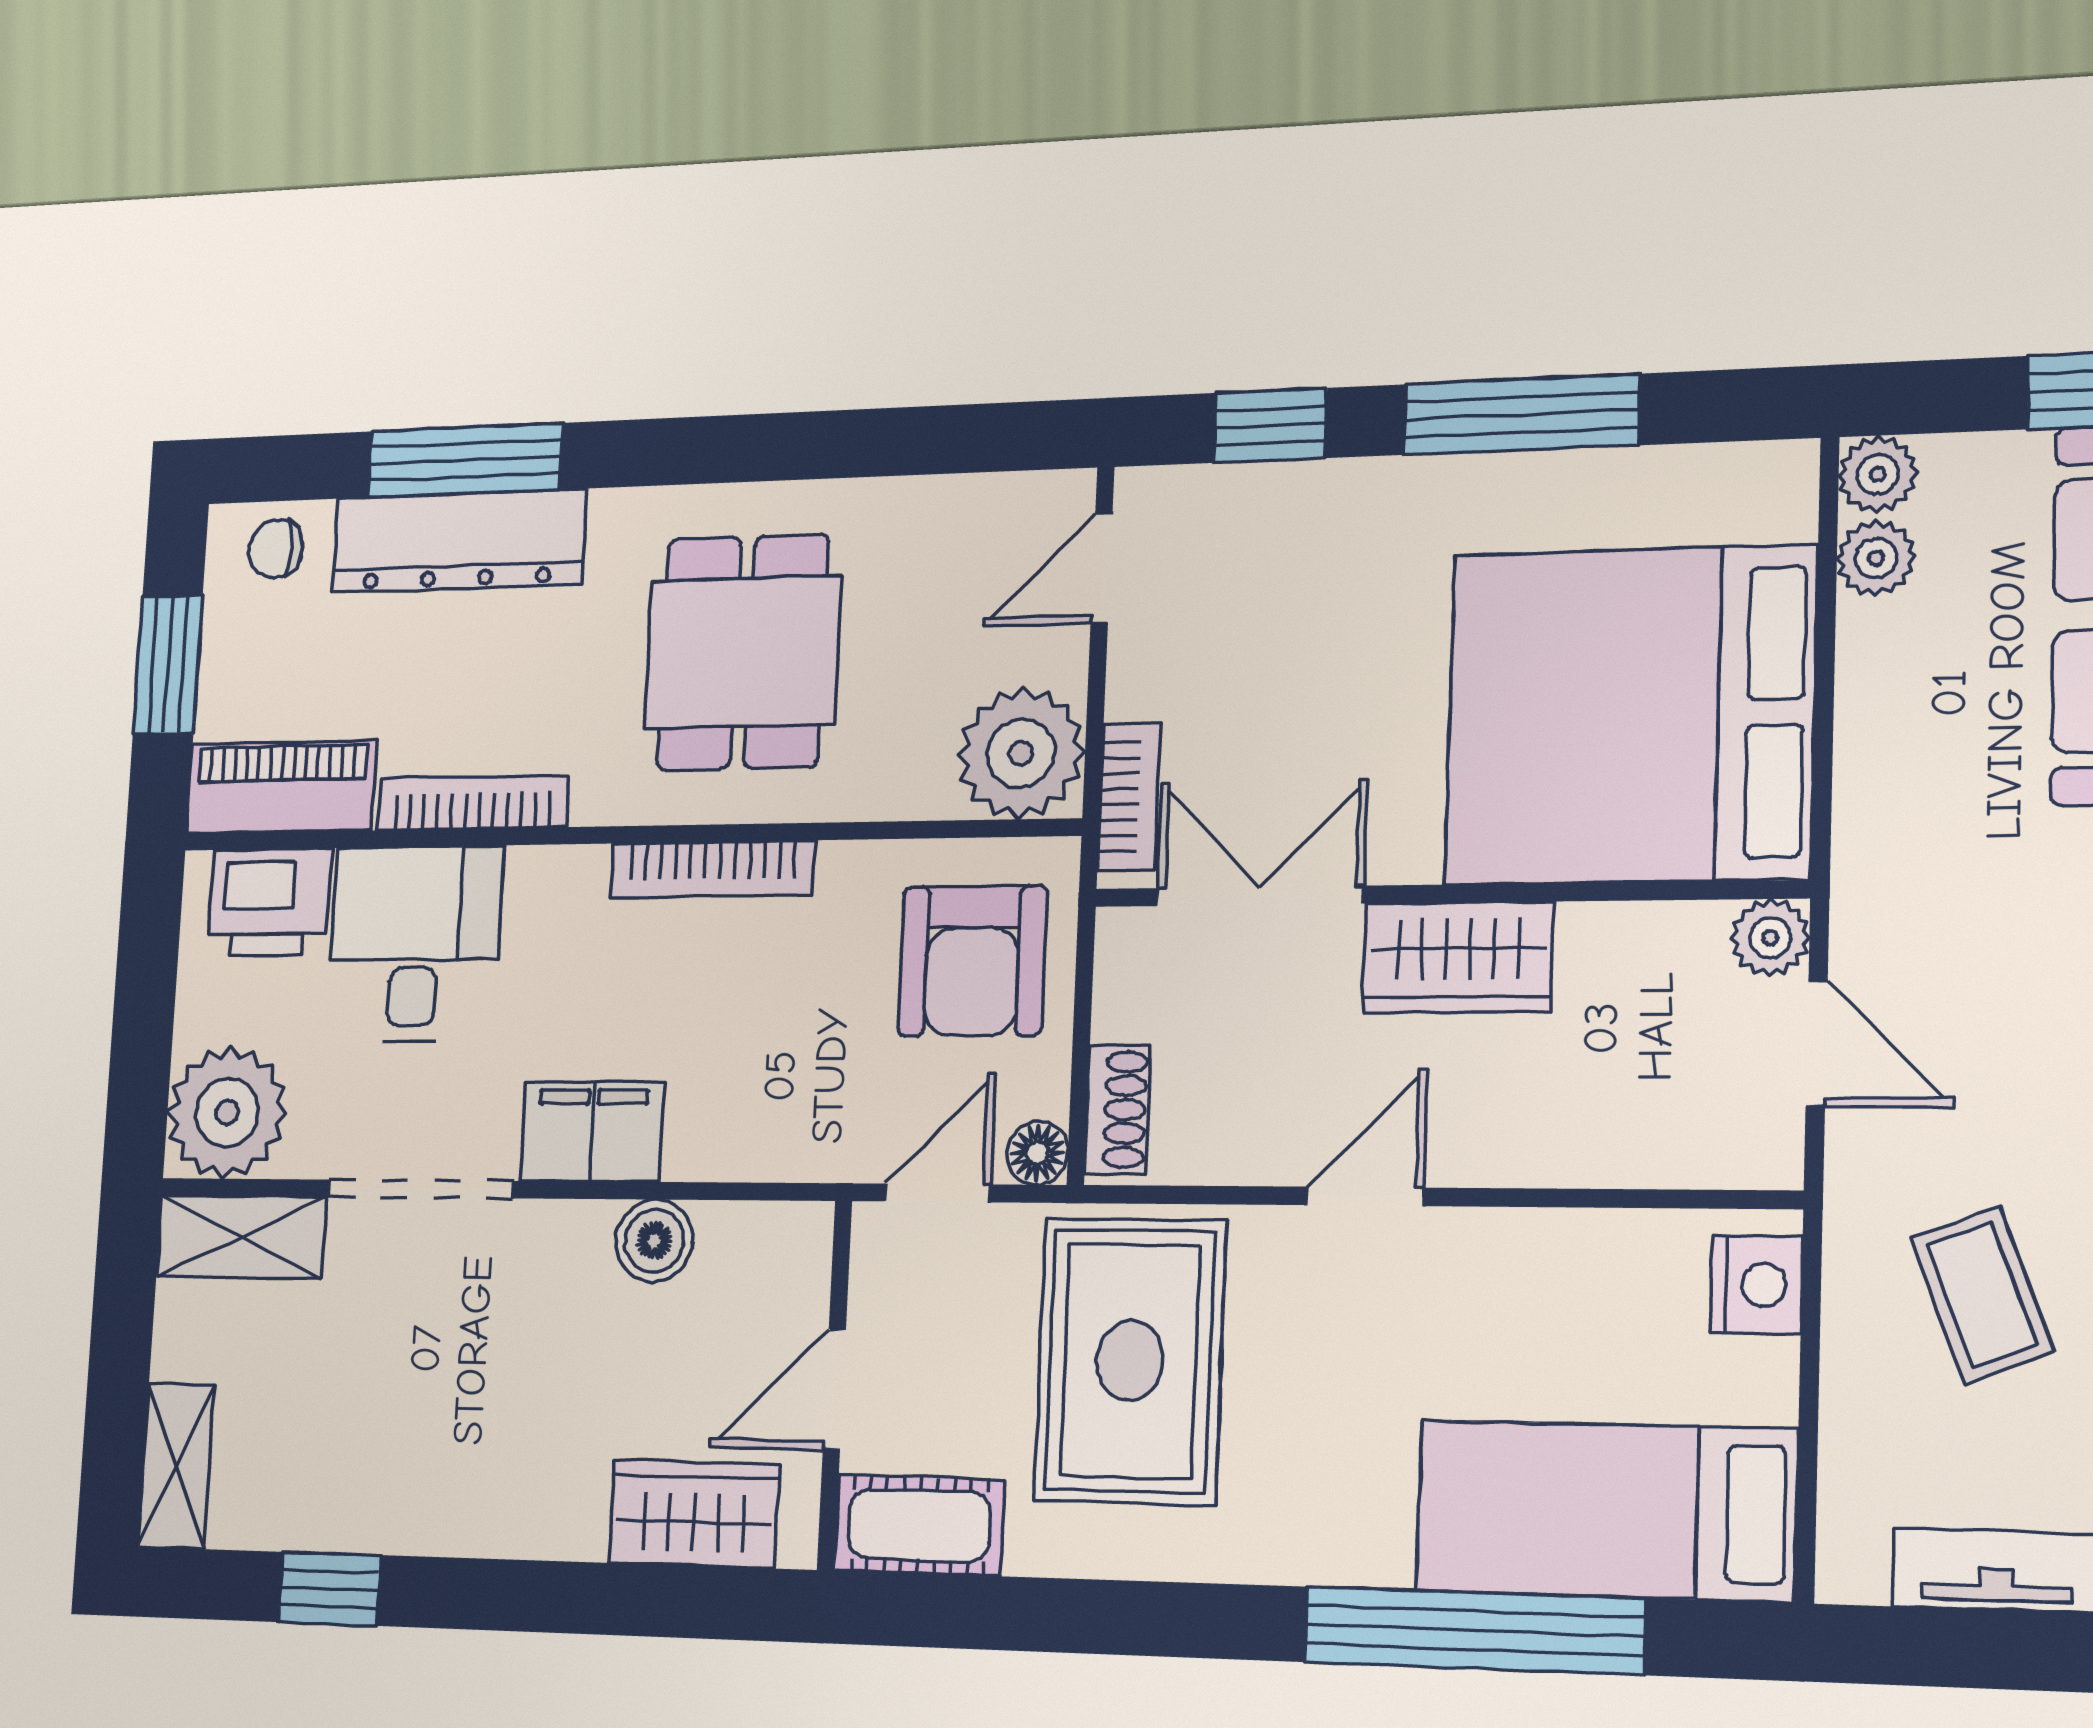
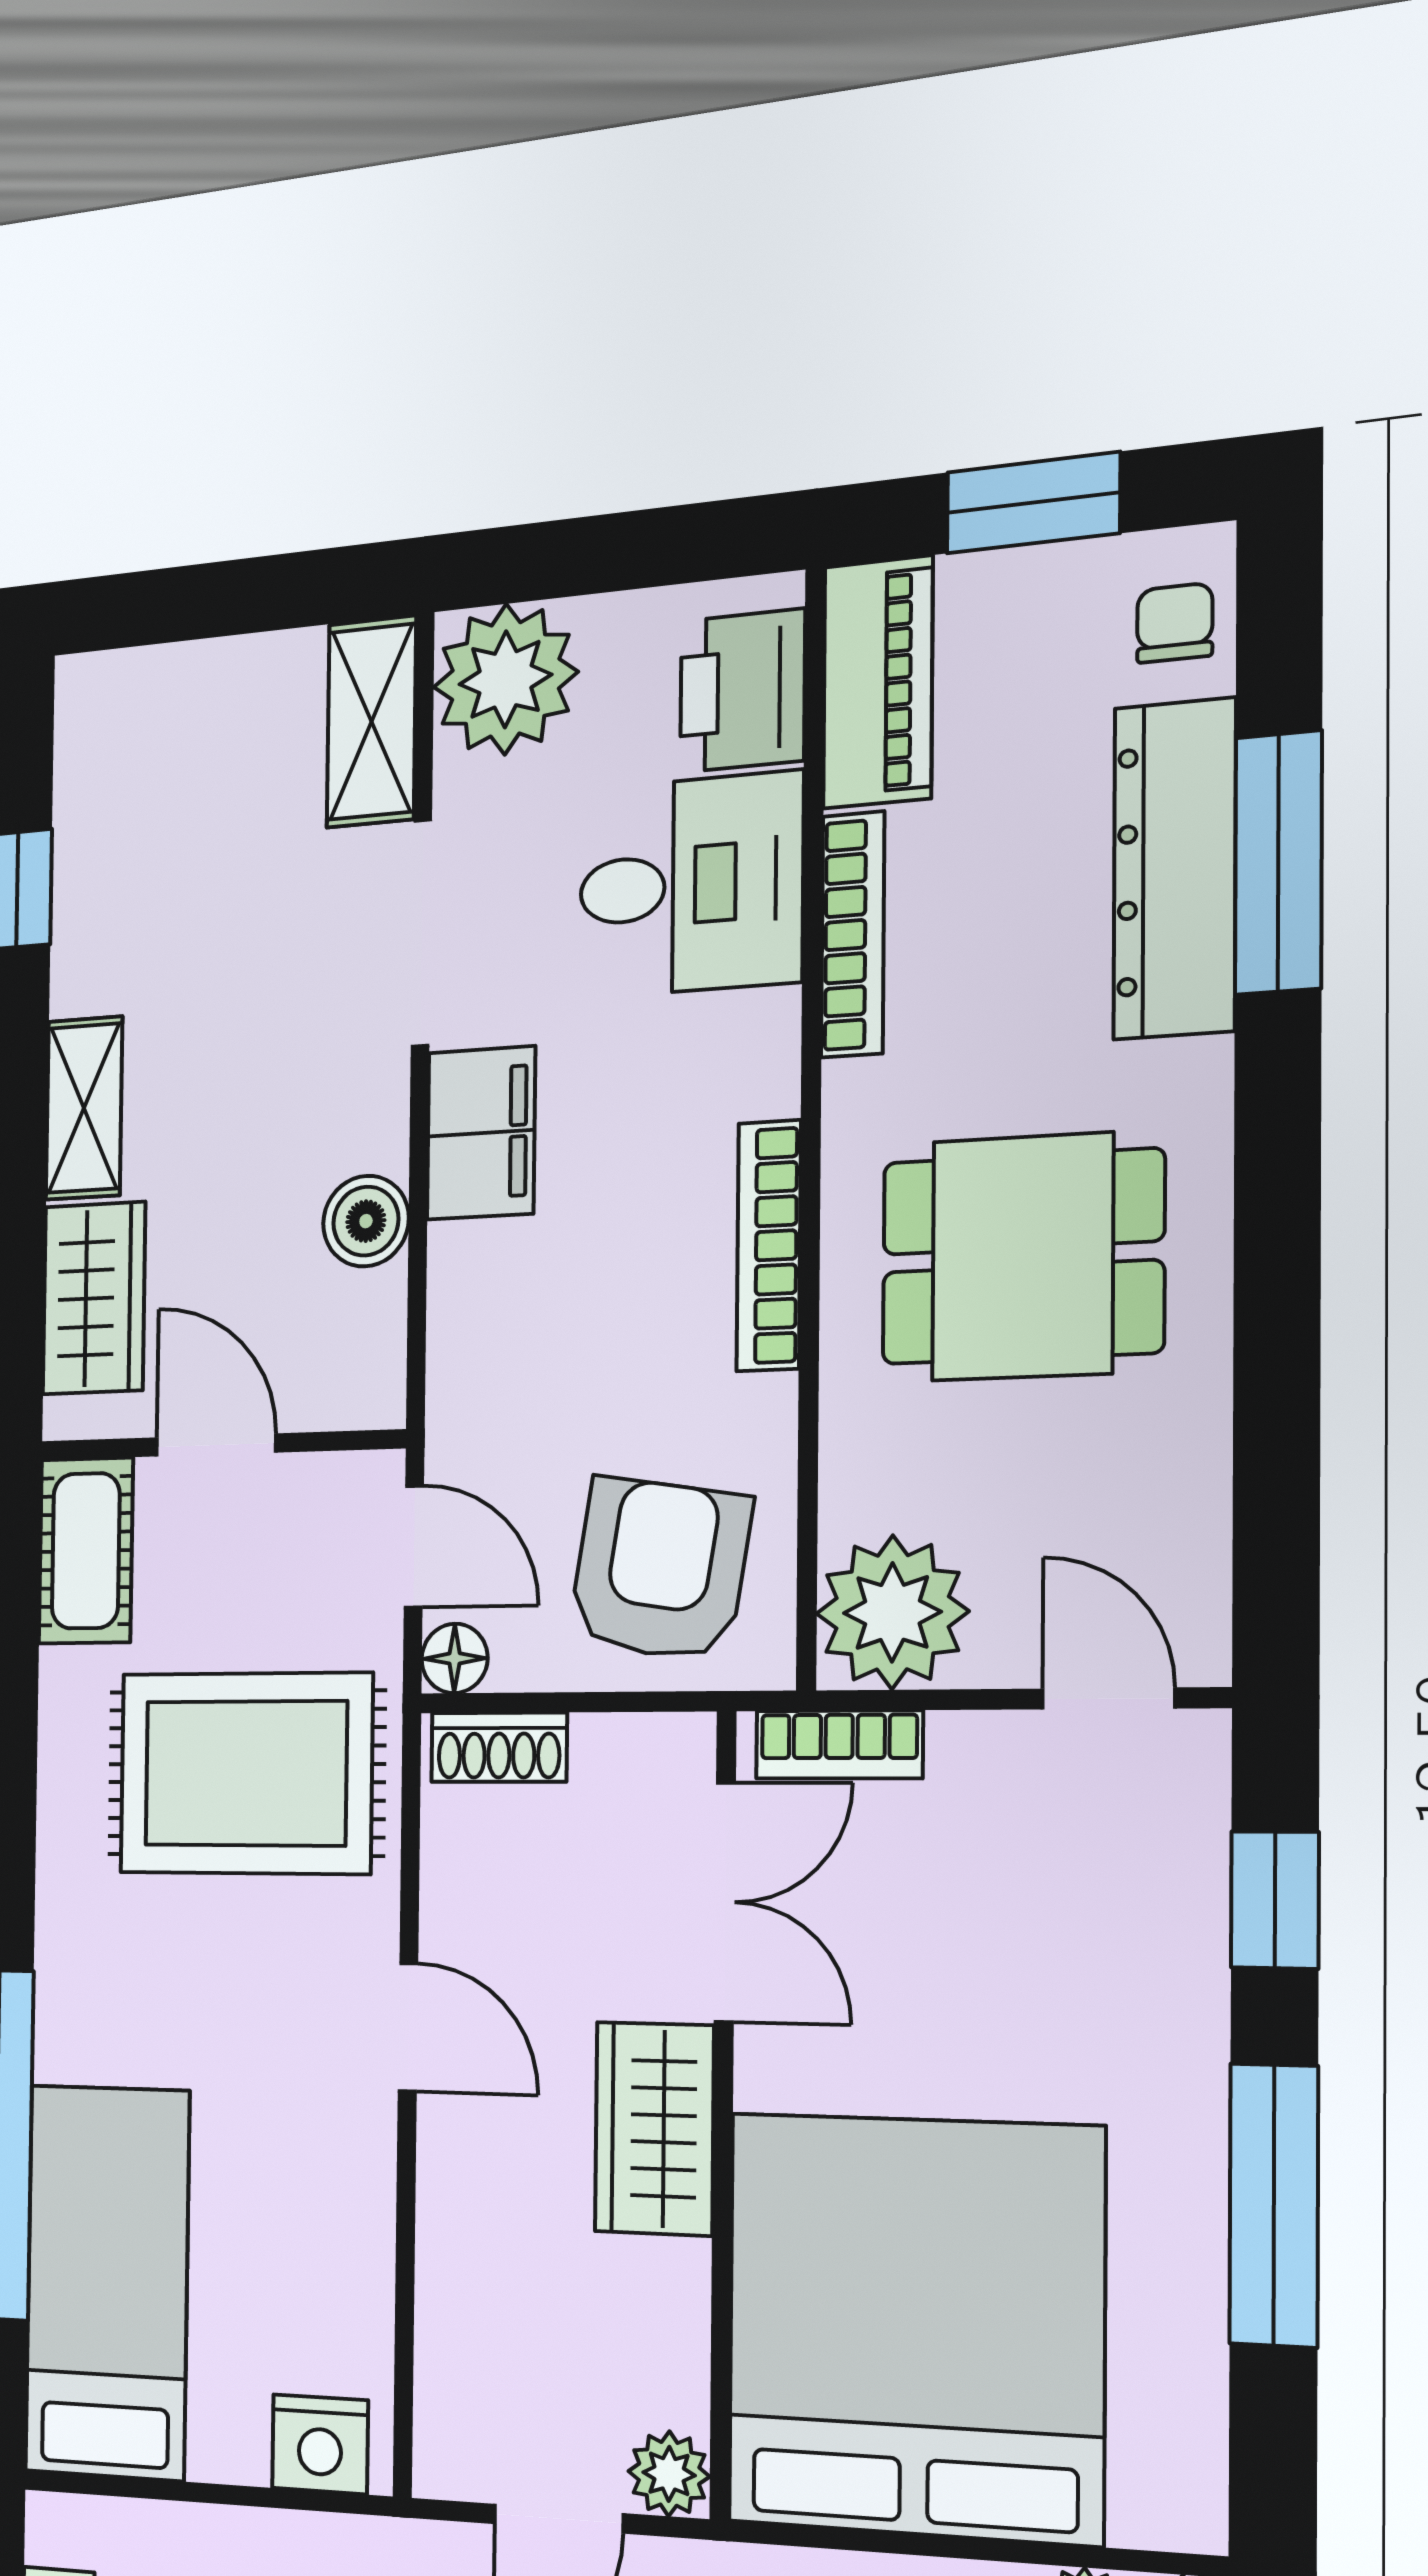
armchair: (972, 961) -> (660, 1569), turned 99
shelving: (176, 1466) -> (84, 1108), moved, turned 90

